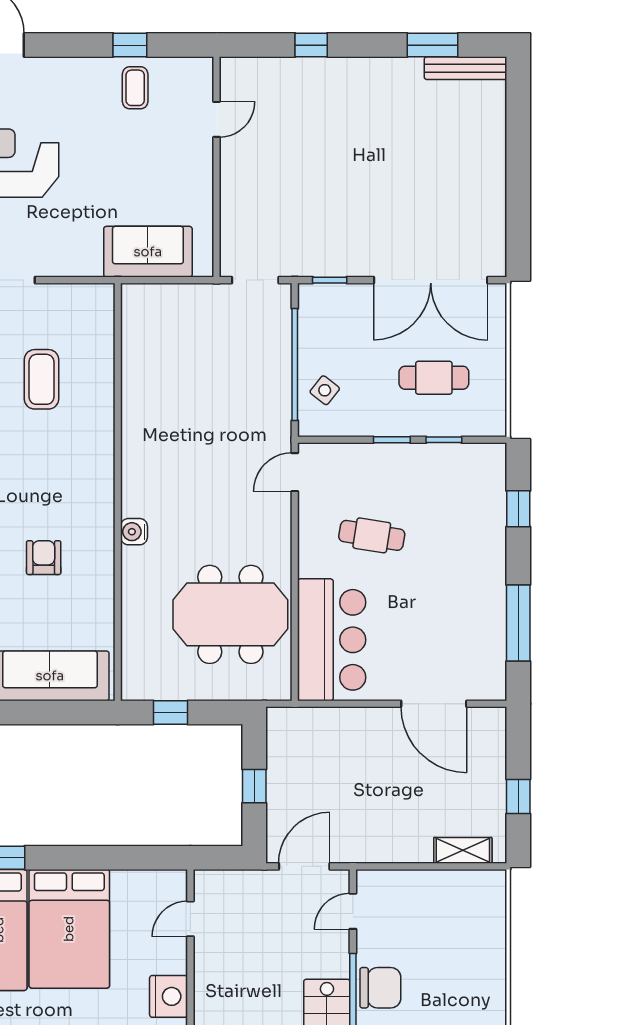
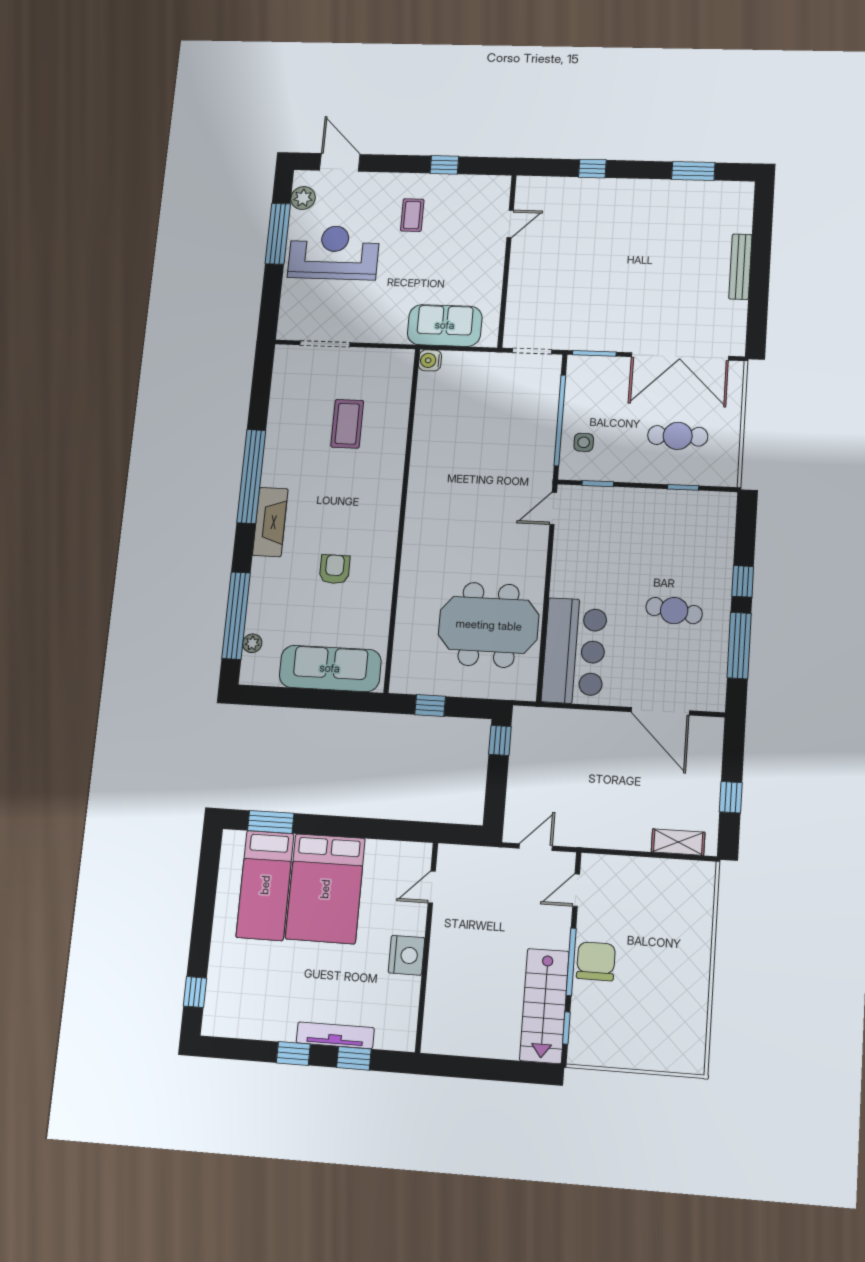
bench: (466, 68) -> (740, 267), moved, turned 90
coffee table: (135, 88) -> (412, 215), moved
window: (330, 280) -> (594, 353), width x1.50
side table: (325, 390) -> (584, 442), turned -38
window: (392, 440) -> (598, 484), moved
window: (518, 509) -> (743, 581), moved
water cooler: (134, 532) -> (430, 360), moved
cafe table: (372, 535) -> (674, 611), moved
window: (254, 786) -> (500, 740), moved
door: (304, 866) -> (536, 847), width x0.73
chair: (380, 988) -> (596, 961), turned -90

